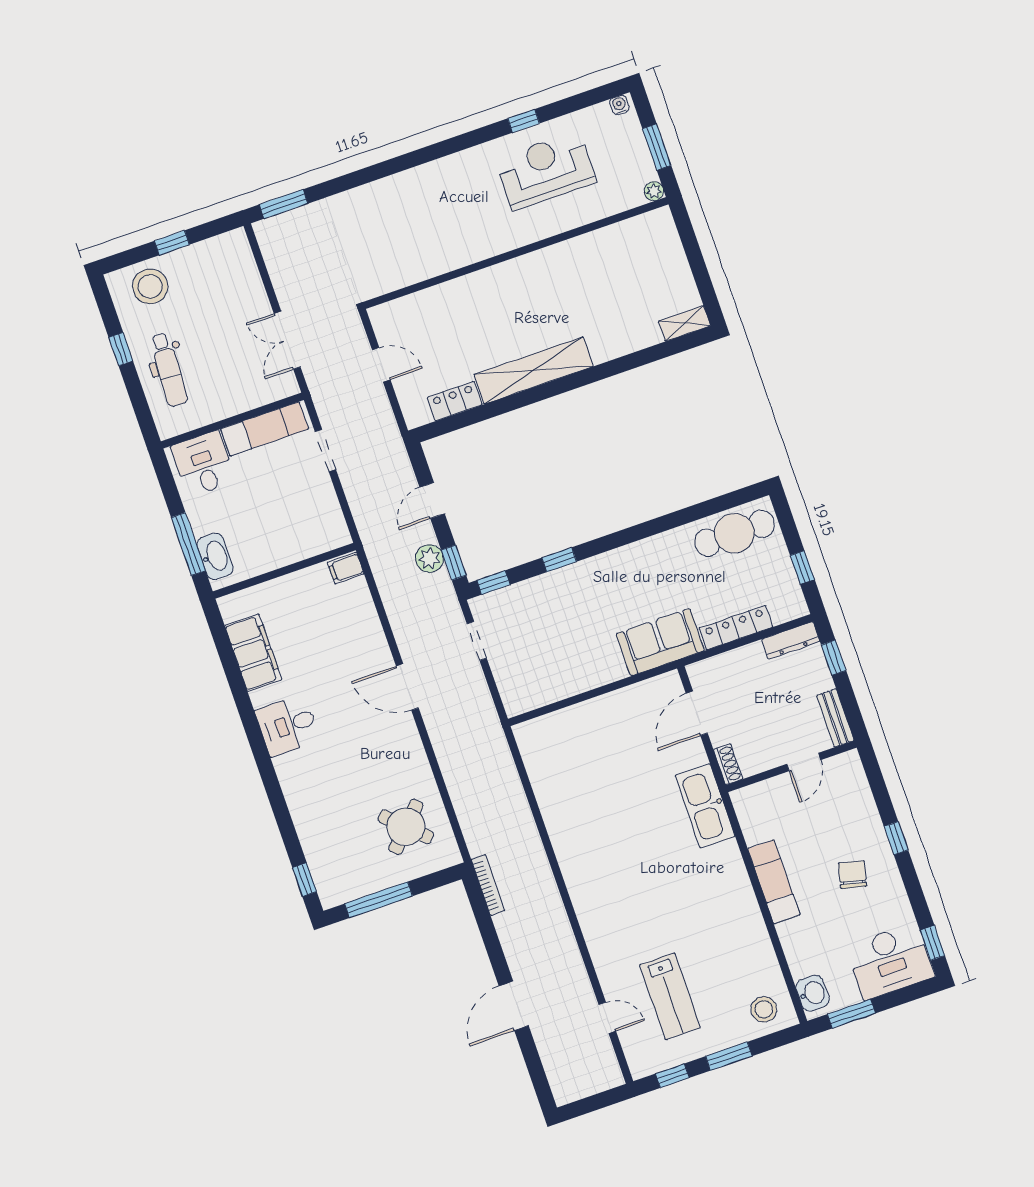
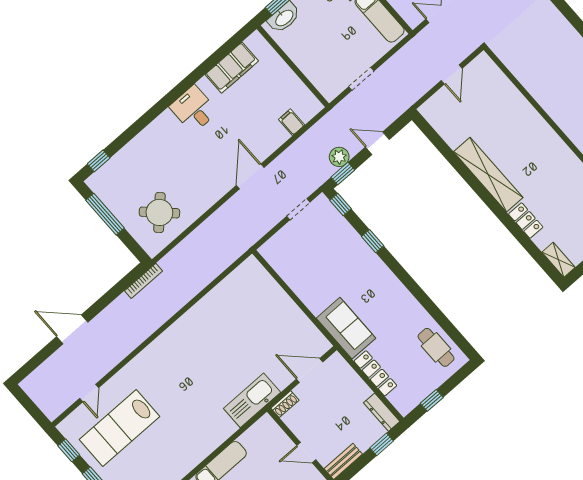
locker: (455, 401) -> (526, 221), moved
doorway: (325, 451) -> (361, 79), moved
cafe table: (734, 533) -> (436, 347), width x0.73, depth x0.74
filing cabinet: (346, 568) -> (292, 122), moved
lab bench: (670, 996) -> (120, 428), width x1.36, depth x1.39

